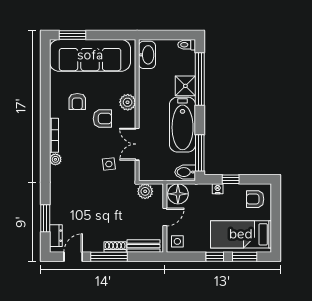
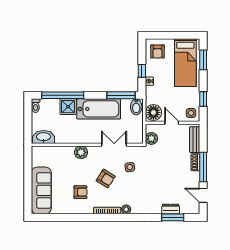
window: (72, 35) -> (28, 196), removed
sofa: (90, 55) -> (41, 190), width x0.74, depth x0.79
armchair: (102, 119) -> (106, 179), moved, turned 122
double door: (137, 144) -> (114, 145), swing flipped
dresser: (56, 236) -> (171, 209), moved
window: (215, 257) -> (203, 99), moved

